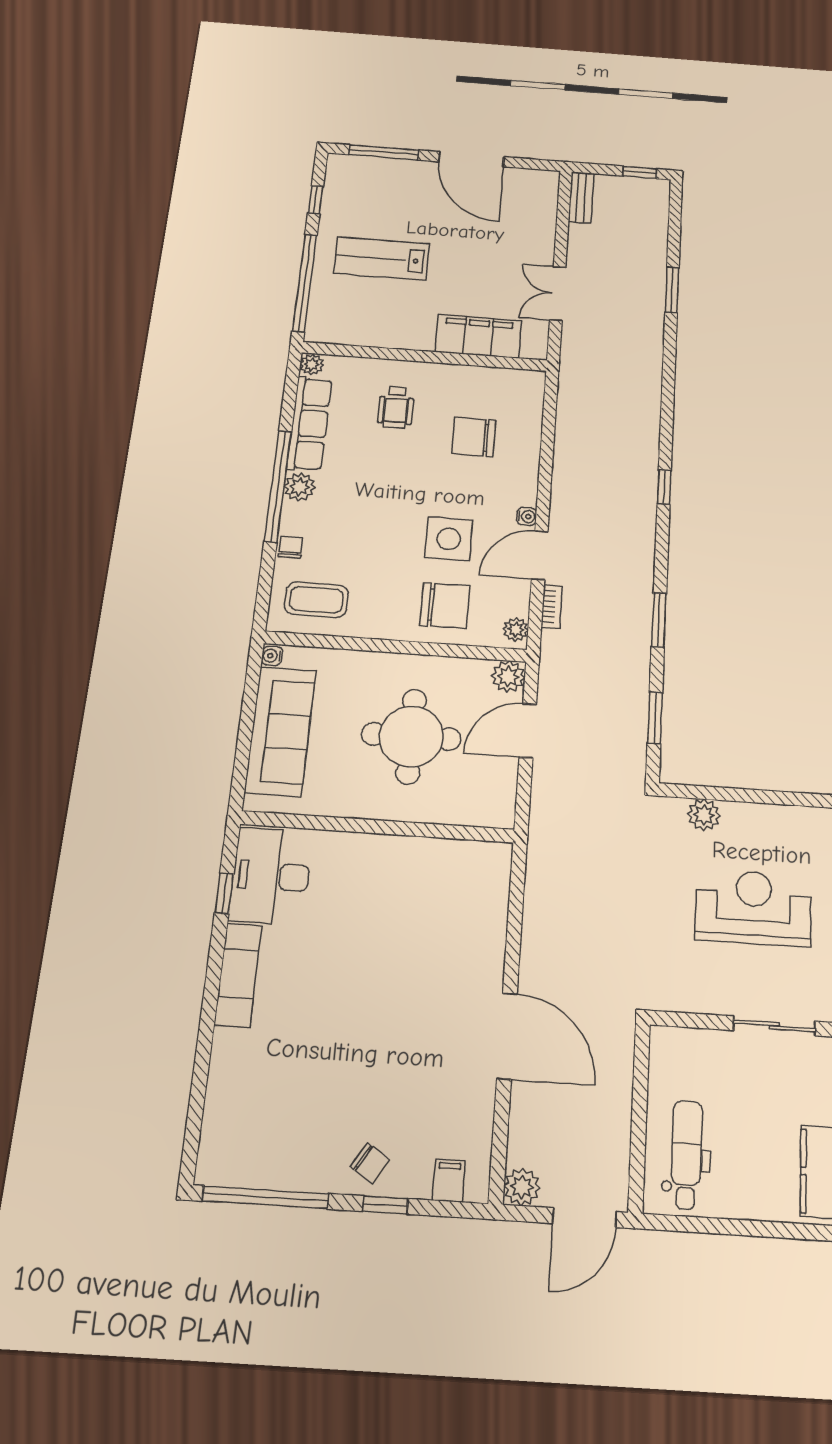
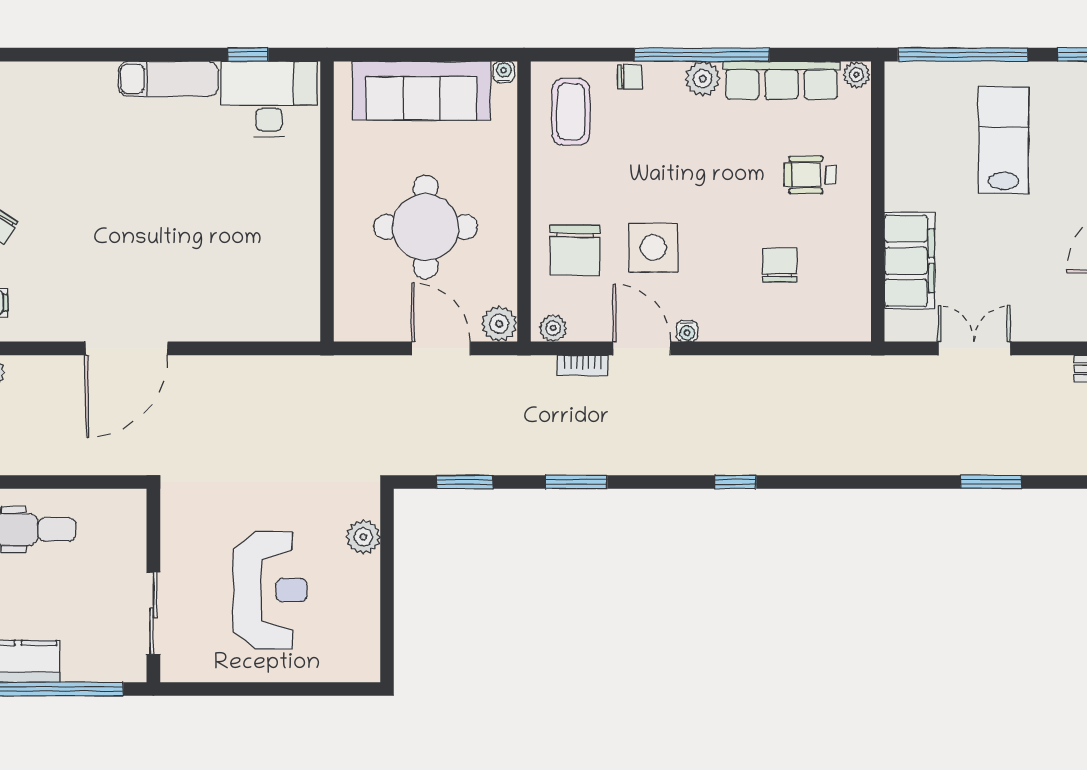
chair: (474, 437) -> (780, 265), width x0.73, depth x0.73

